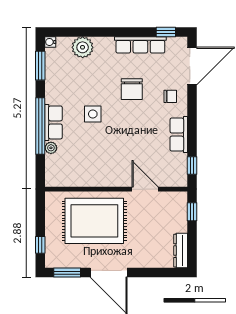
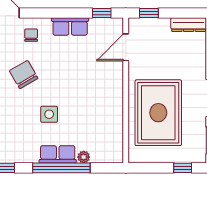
chair: (132, 89) -> (24, 75), turned -120
door: (145, 189) -> (126, 47), moved

